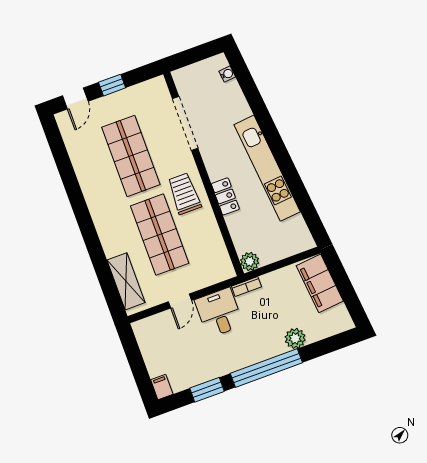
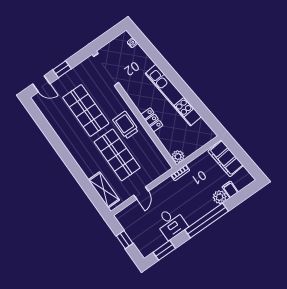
door: (75, 99) -> (41, 84), hinge flipped
doorway: (185, 124) -> (106, 70), moved
desk: (219, 313) -> (171, 223), moved, turned 180
window: (137, 364) -> (125, 240), added
filing cabinet: (162, 387) -> (230, 189), moved
window: (207, 390) -> (164, 250), moved

